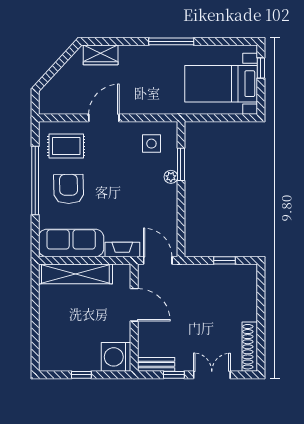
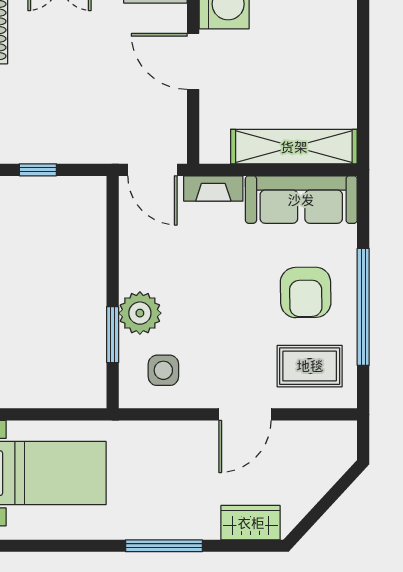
window: (171, 41) -> (164, 546), moved
plant: (171, 177) -> (140, 313), width x1.88, depth x1.88
door: (134, 305) -> (193, 61), moved

